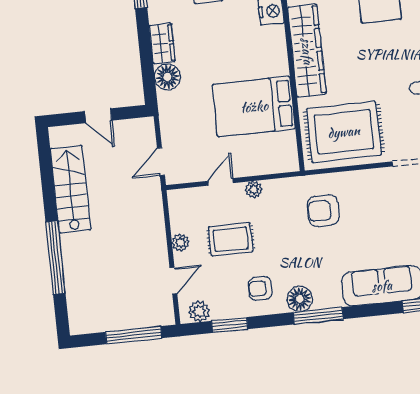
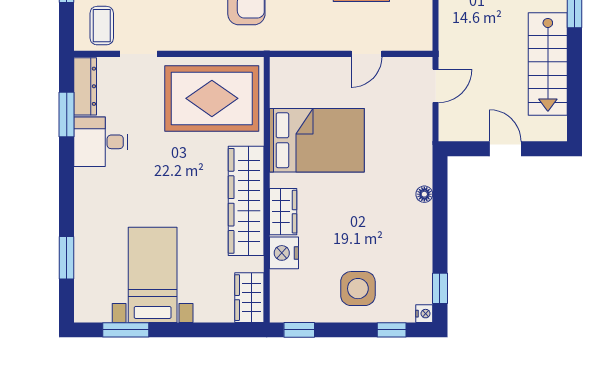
wardrobe: (162, 43) -> (283, 212), moved, turned 180
floor lamp: (167, 77) -> (424, 194), width x0.53, depth x0.53
plant: (254, 189) -> (328, 41), removed

